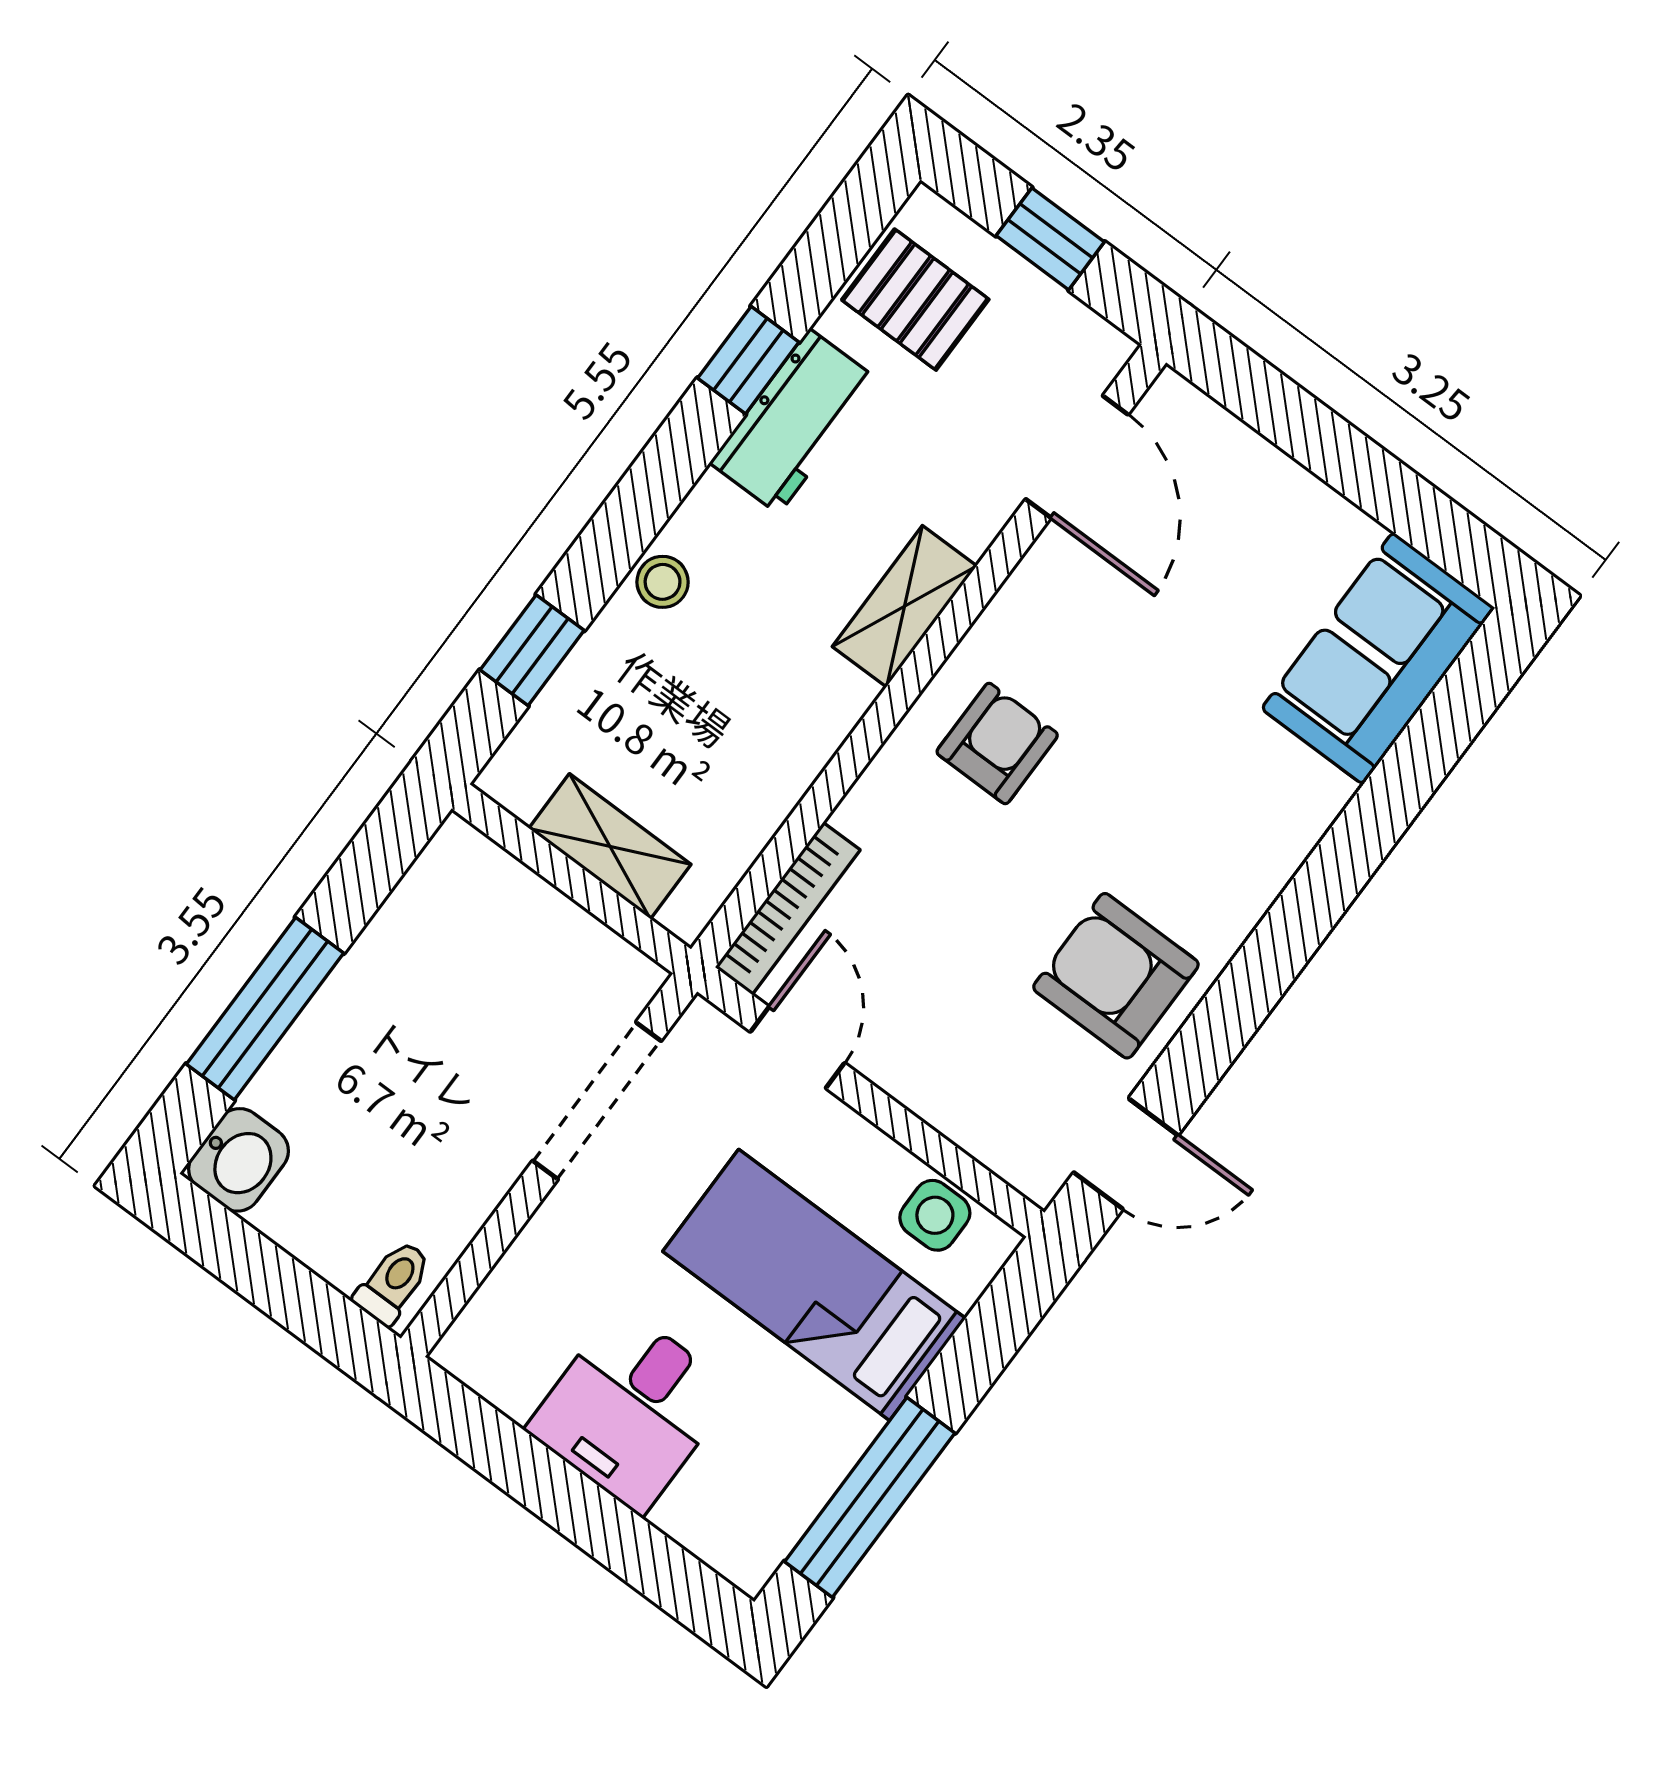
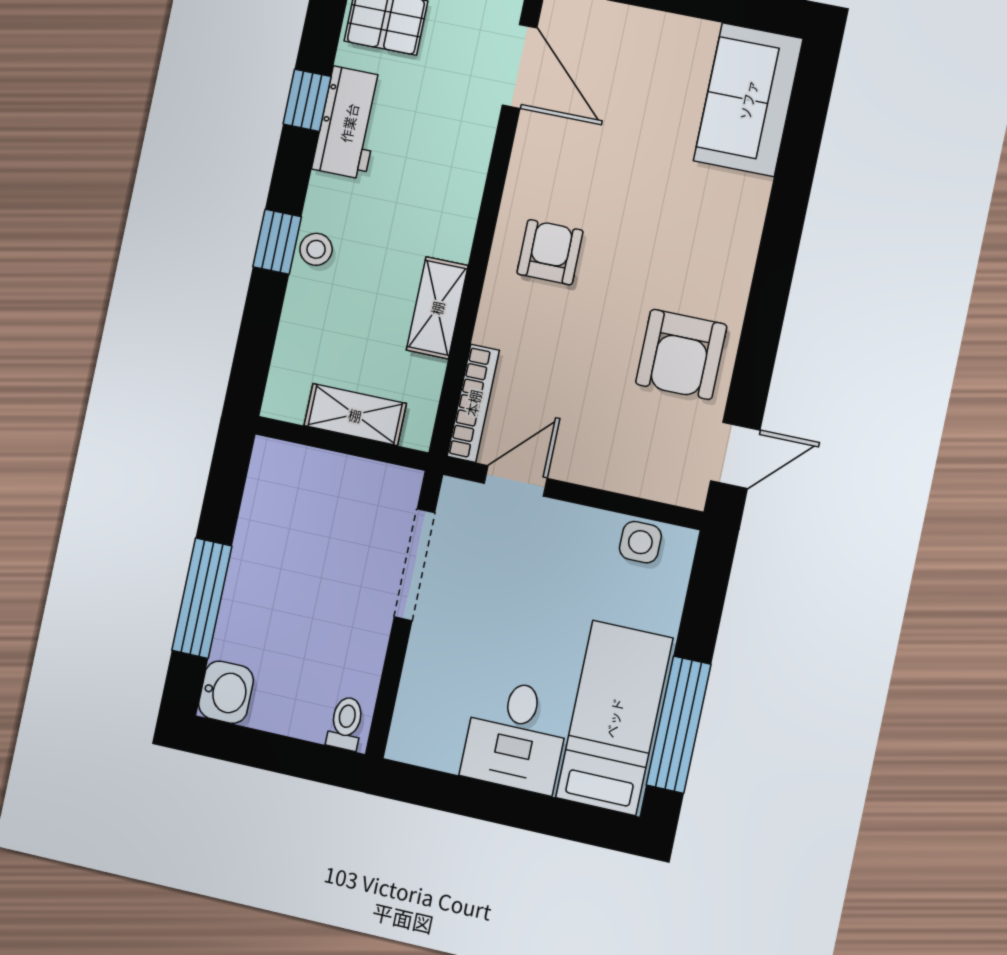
shelving: (904, 606) -> (437, 308), moved
window: (532, 650) -> (277, 242), moved
armchair: (1116, 976) -> (681, 354), turned -90
door: (797, 1047) -> (516, 481), hinge flipped
bed: (814, 1285) -> (614, 718), moved, turned 90

